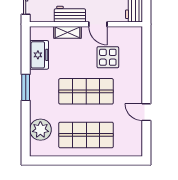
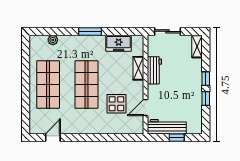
door: (98, 24) -> (146, 107), moved
door: (146, 112) -> (53, 138), moved
plant: (40, 130) -> (53, 40), width x0.53, depth x0.53

